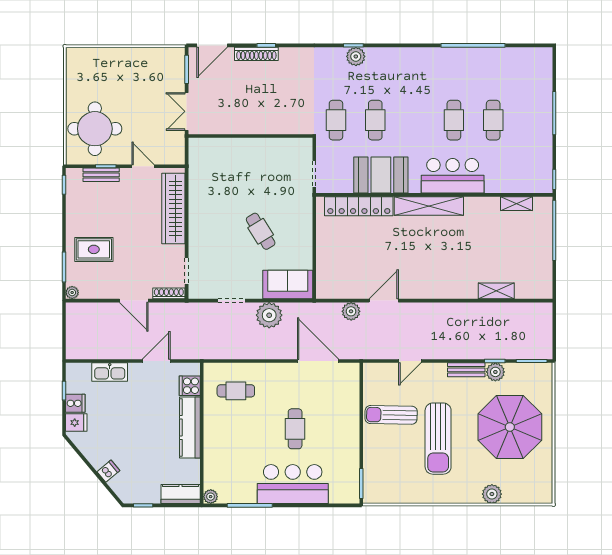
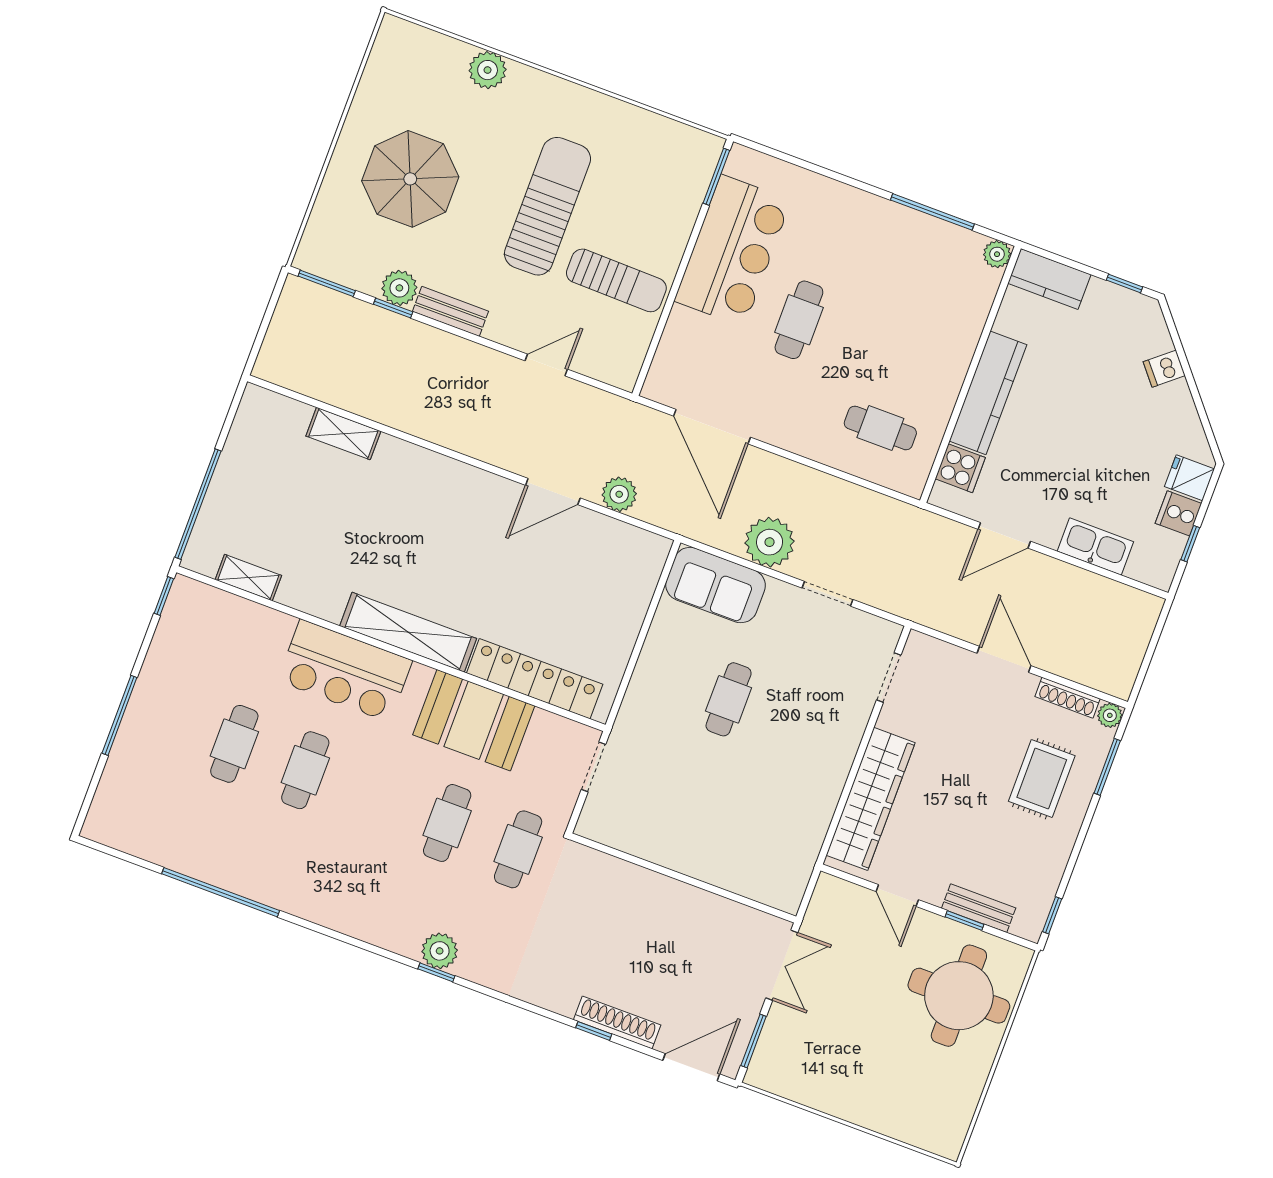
cafe table: (261, 231) -> (729, 699), turned 32
rug: (94, 249) -> (1042, 779), turned 90
shoe rack: (169, 293) -> (1067, 698), moved
parasol: (510, 427) -> (410, 179), width x0.73, depth x0.73
bar counter: (293, 484) -> (733, 251), moved, turned -90

